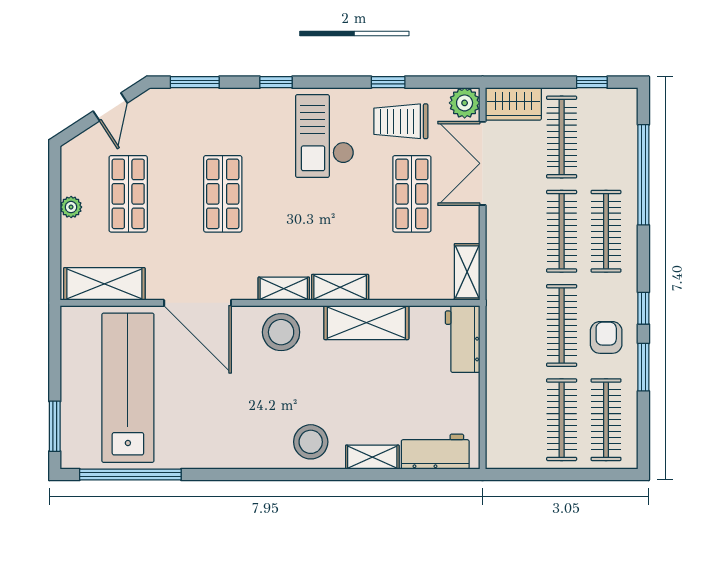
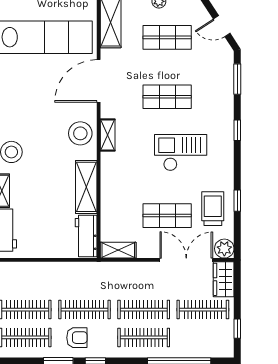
checkout: (325, 136) -> (181, 153), moved
shelving: (340, 287) -> (108, 170), removed
workbench: (463, 339) -> (86, 236), moved, turned -90

